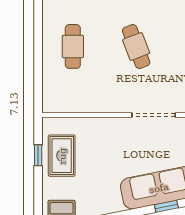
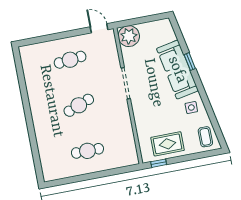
window: (38, 155) -> (159, 163), moved
side table: (104, 197) -> (191, 108), added

